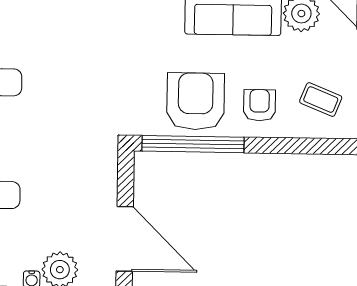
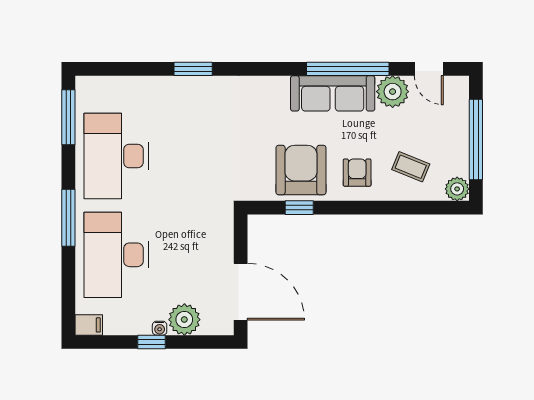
window: (193, 144) -> (299, 208), width x0.32

